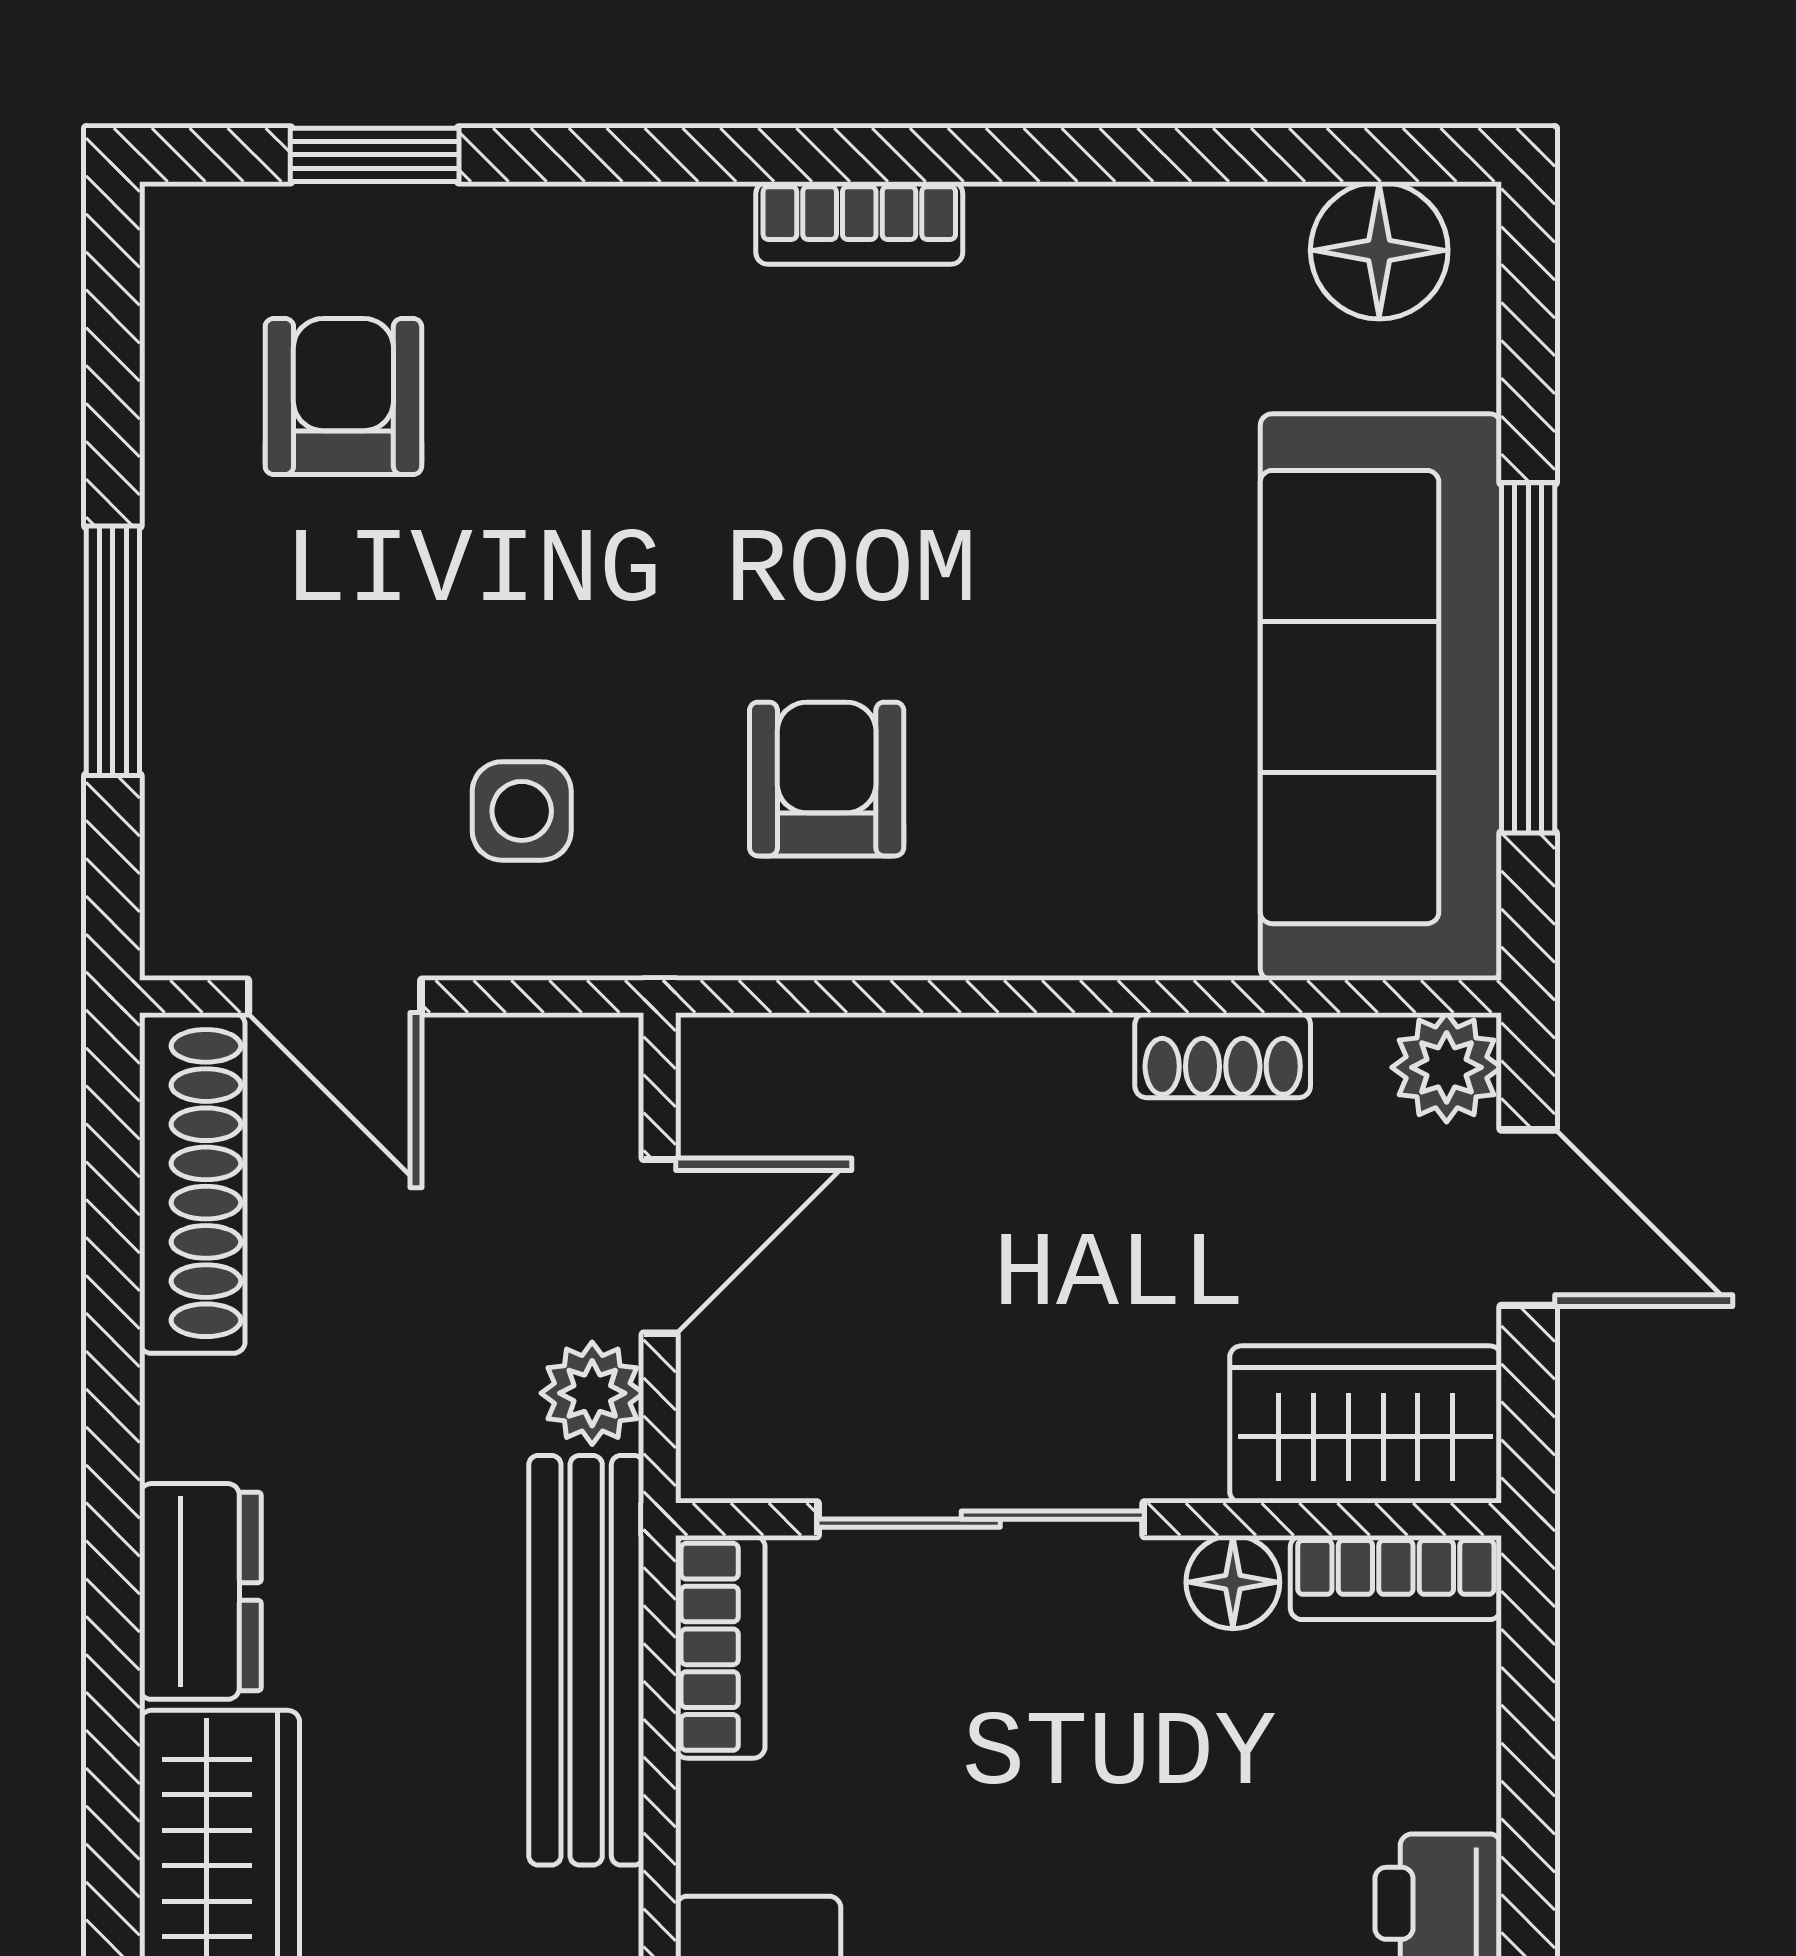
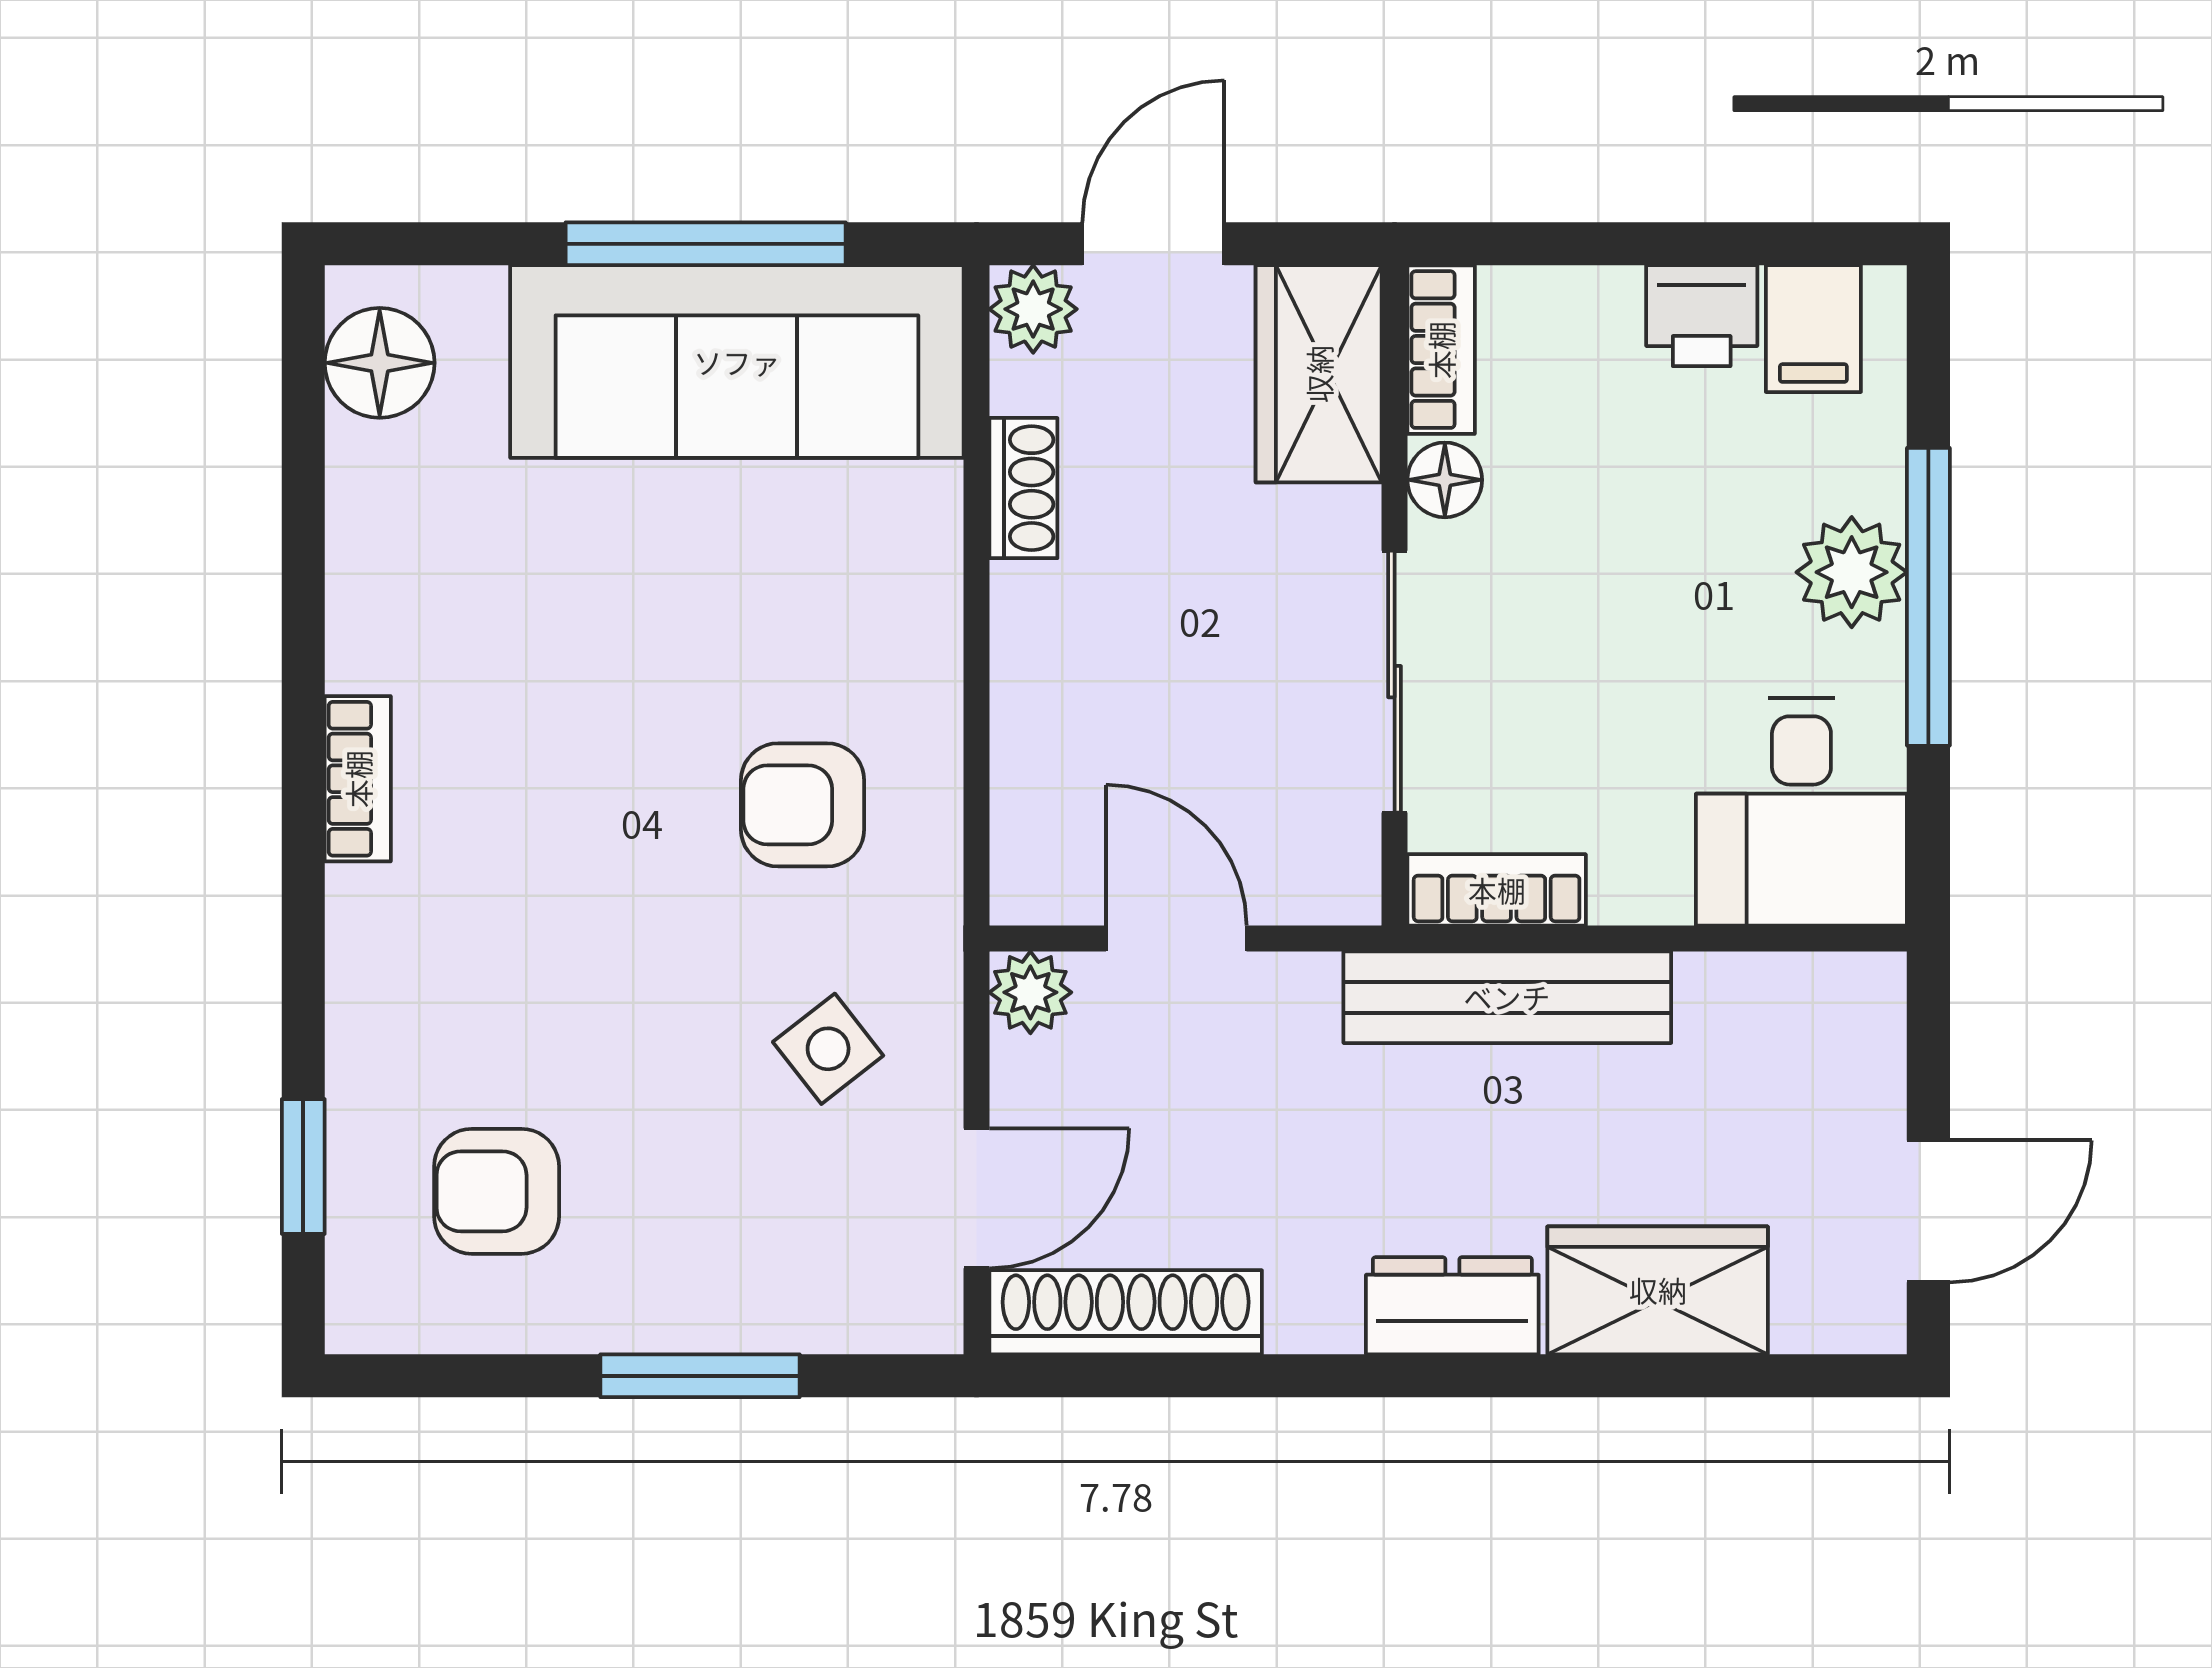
side table: (522, 811) -> (828, 1049), turned -38
plant: (592, 1393) -> (1030, 992), moved

